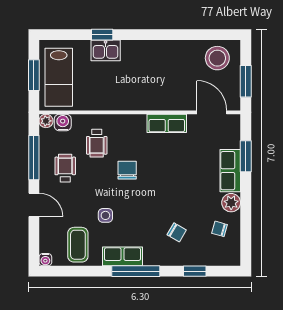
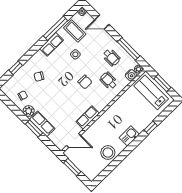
kitchen sink: (106, 50) -> (129, 136), moved
stool: (217, 58) -> (108, 153), moved
window: (246, 156) -> (34, 128), moved
door: (34, 205) -> (102, 22), moved
window: (136, 271) -> (56, 28), moved

